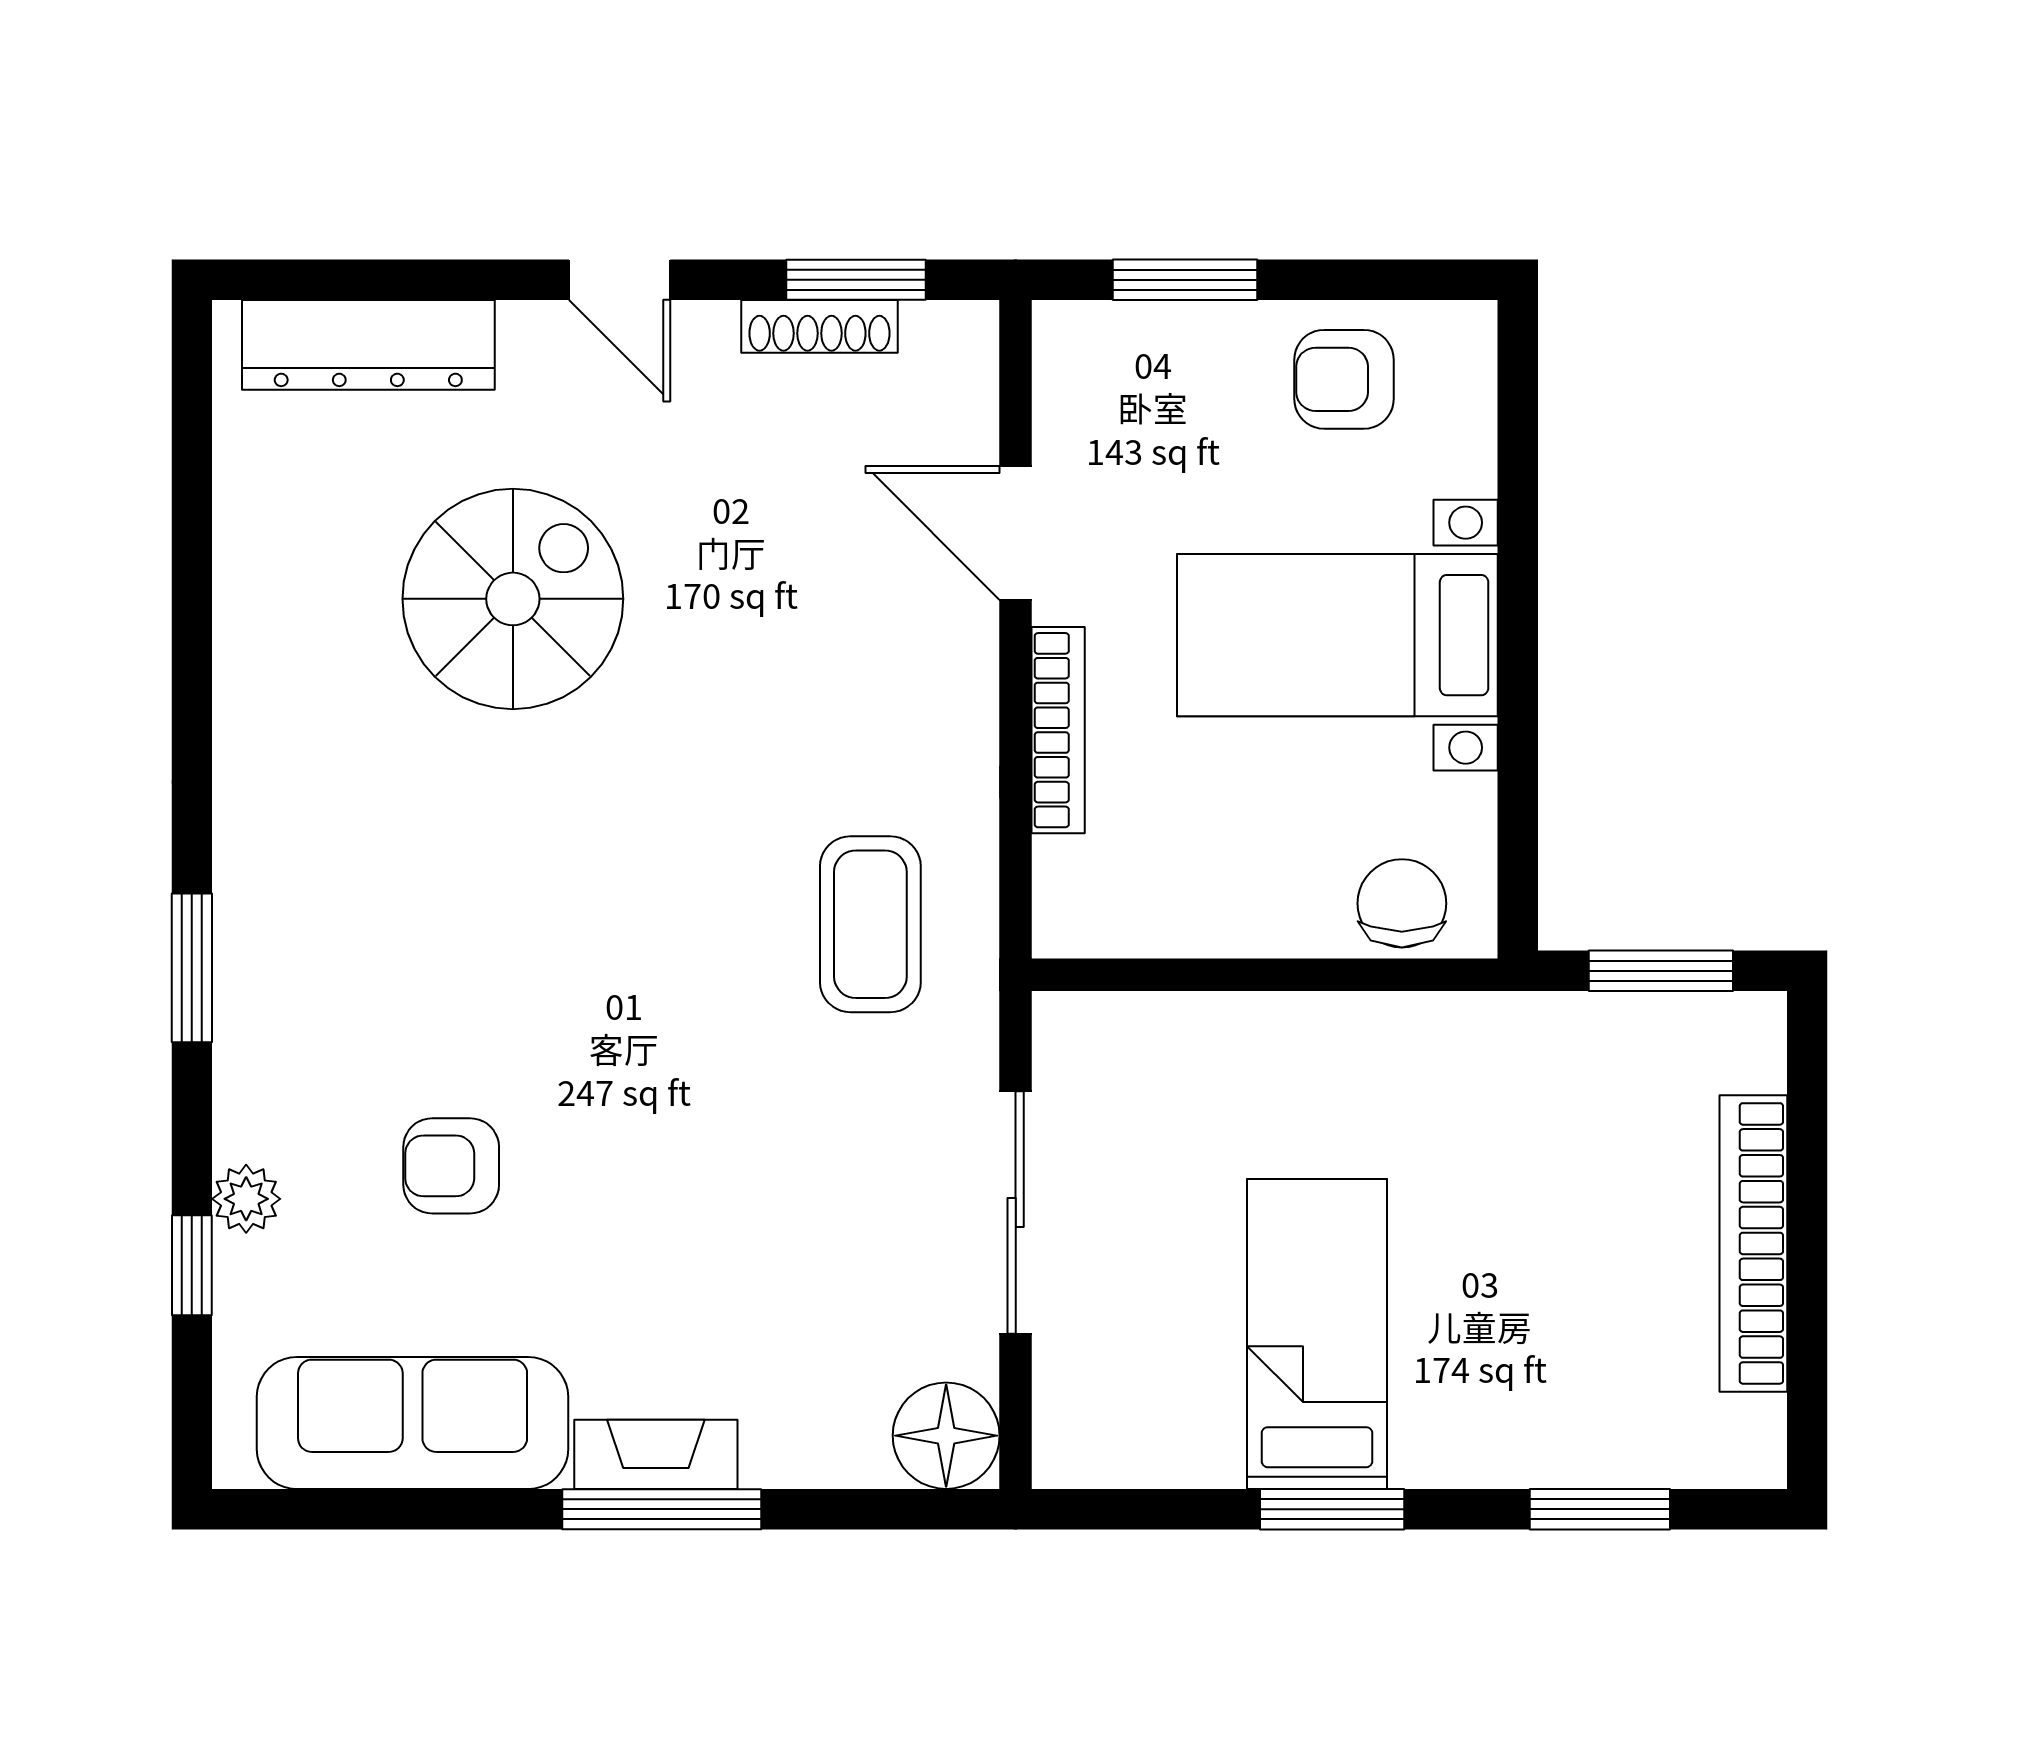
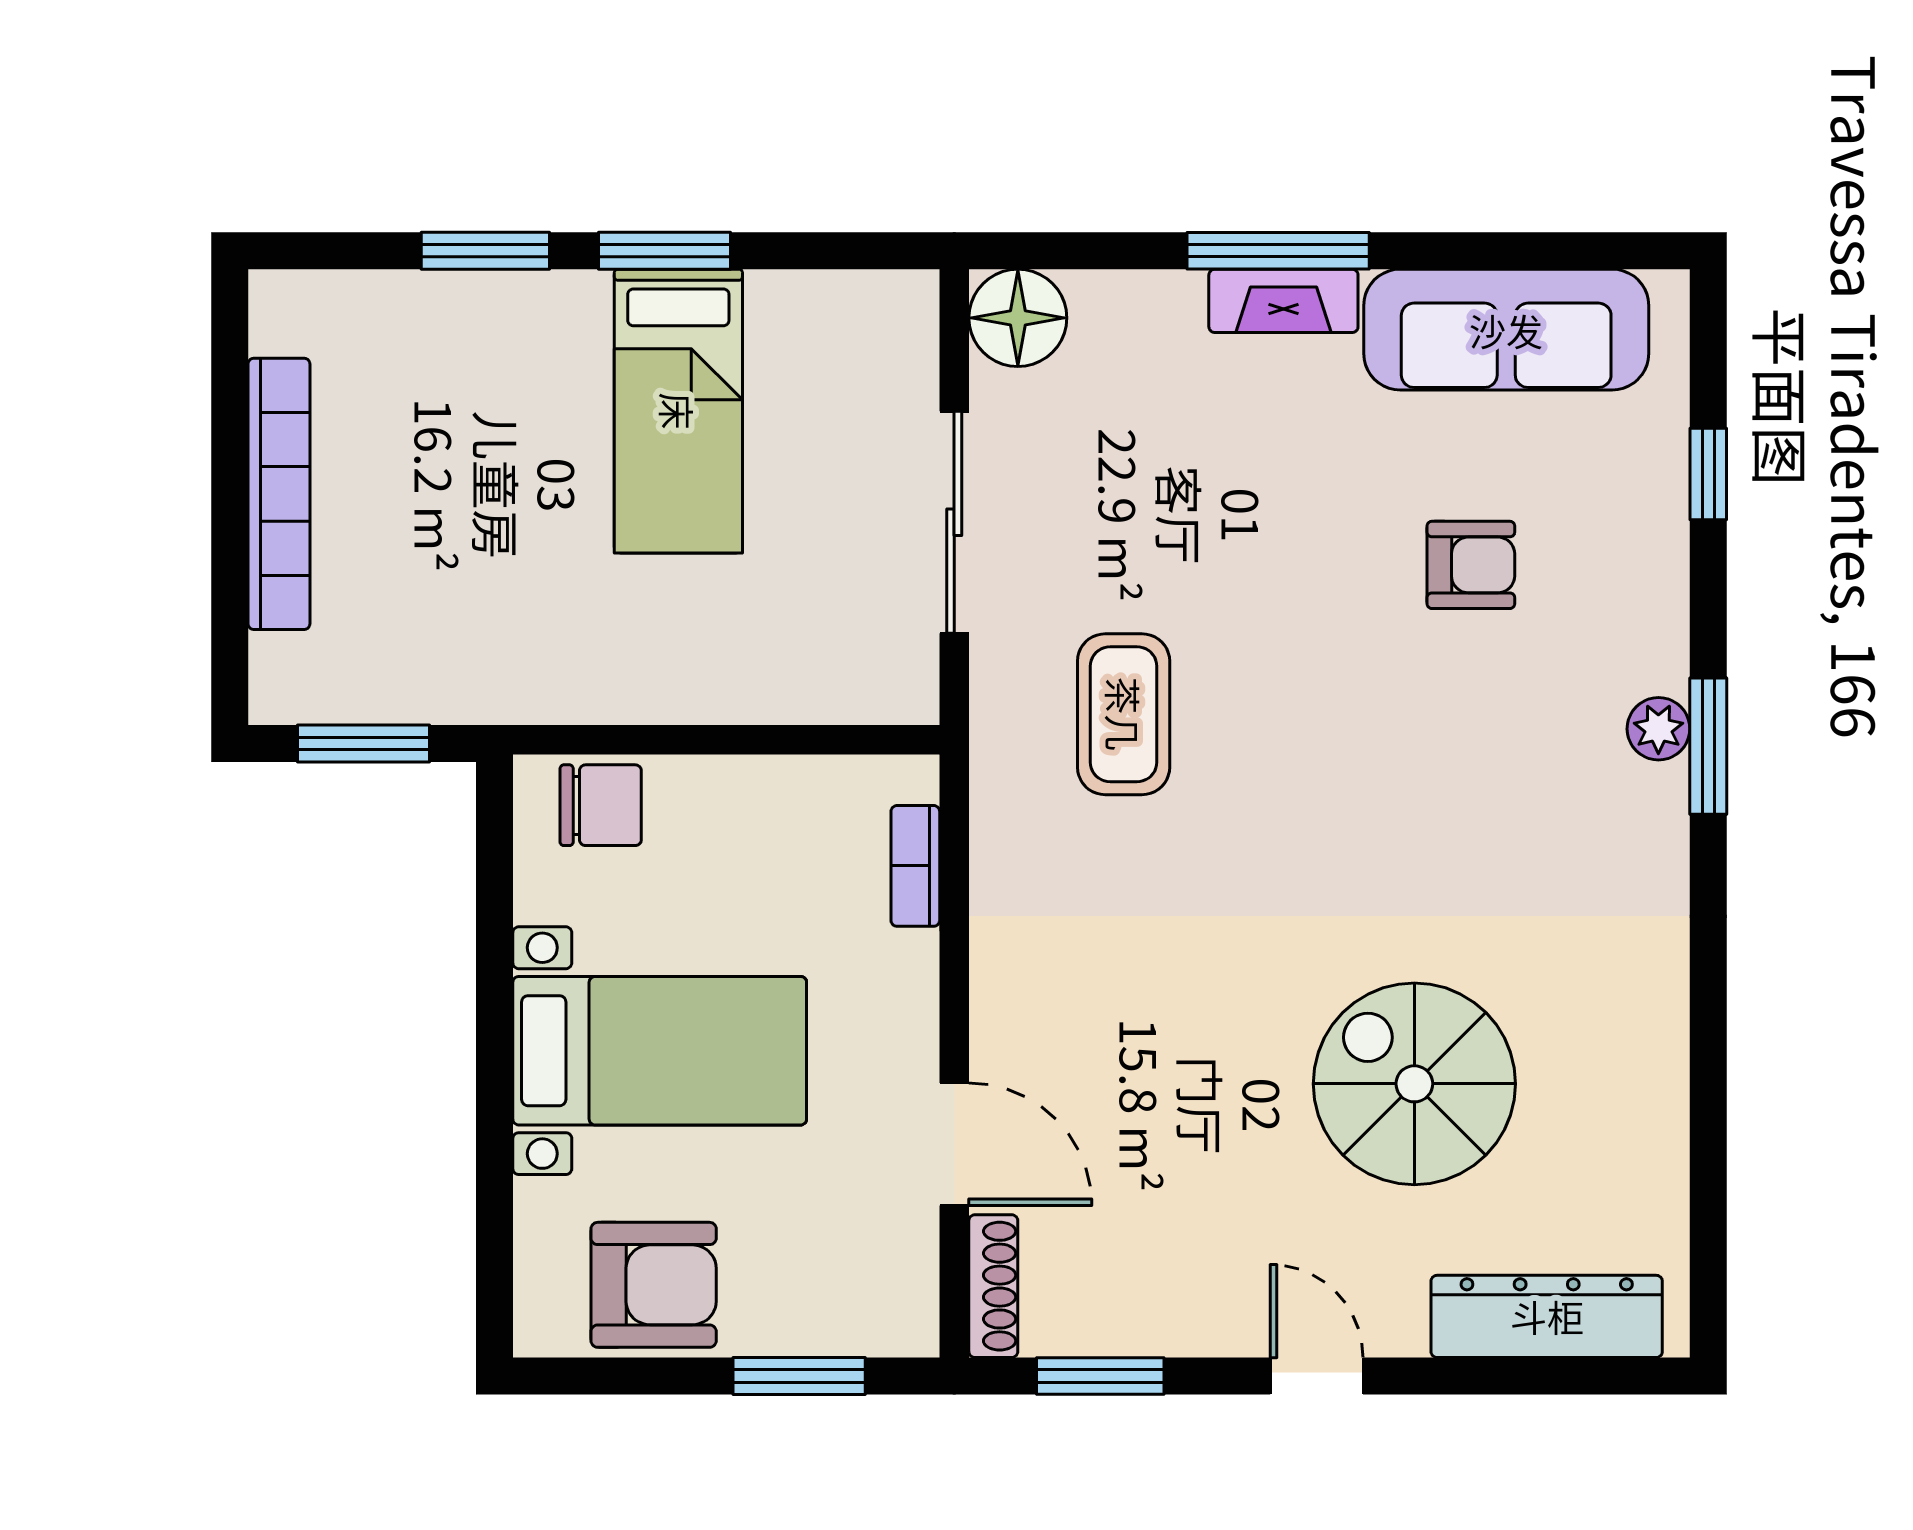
shoe rack: (819, 326) -> (993, 1286), moved, turned 90
armchair: (1344, 379) -> (654, 1285), width x1.38, depth x1.38
spiral stairs: (513, 599) -> (1414, 1084), turned 90
bookcase: (1058, 730) -> (915, 866), moved, width x0.64
chair: (1402, 903) -> (601, 805), turned -90
coffee table: (870, 924) -> (1124, 714), moved
plant: (246, 1199) -> (1658, 729), moved
window: (1600, 1509) -> (485, 251), moved

